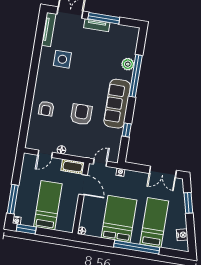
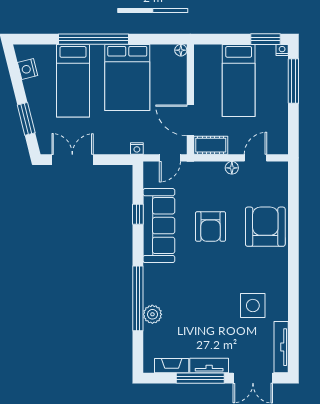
fireplace: (121, 29) -> (172, 366), added
sofa: (117, 104) -> (159, 226), moved
armchair: (46, 109) -> (265, 227), width x1.88, depth x1.88

